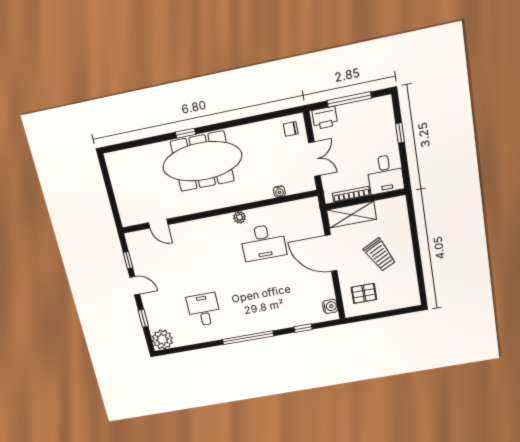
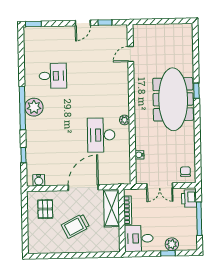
plant: (388, 130) -> (172, 244), added
window: (143, 318) -> (33, 24), moved
plant: (162, 339) -> (34, 107), moved

